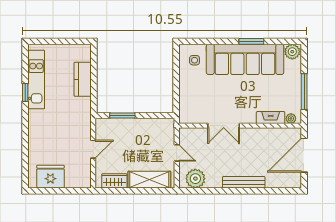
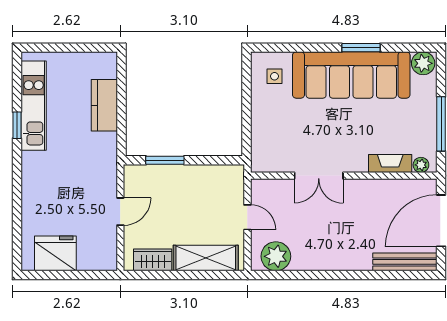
bench: (244, 182) -> (405, 262), moved

